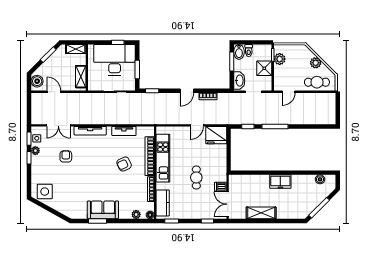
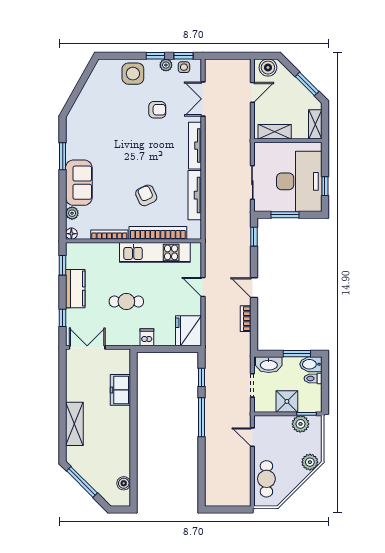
plant: (316, 63) -> (310, 462), moved
door: (197, 125) -> (203, 287), moved
tv unit: (124, 131) -> (195, 195), width x1.41
freezer: (280, 182) -> (120, 390), moved
dishwasher: (221, 187) -> (147, 337), moved
side table: (45, 192) -> (133, 74), moved
kitchen counter: (163, 203) -> (75, 289), moved, turned -90
sofa: (103, 210) -> (79, 183), moved
shelving: (261, 213) -> (74, 424), moved

